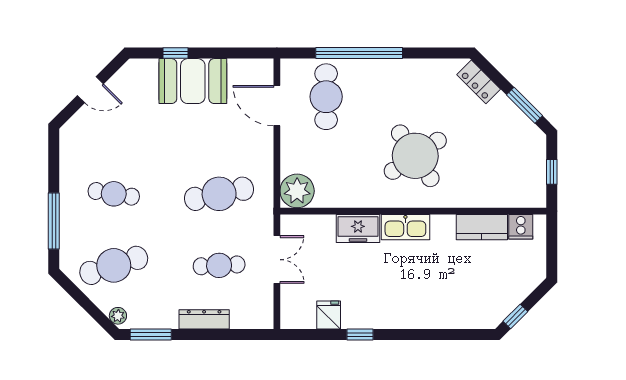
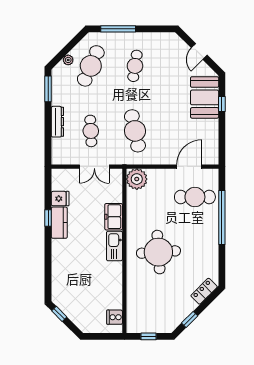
booth: (193, 81) -> (205, 97), moved
window: (524, 105) -> (190, 319), width x0.67
round table: (415, 156) -> (158, 252), turned 30
kitchen counter: (482, 227) -> (59, 223), moved, turned 180
cafe table: (114, 265) -> (91, 66), turned 42
plant: (118, 316) -> (68, 60), moved

